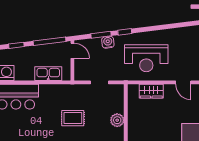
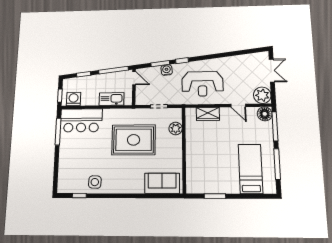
rug: (73, 118) -> (134, 140), width x1.86, depth x2.06
plant: (117, 120) -> (176, 128), moved

